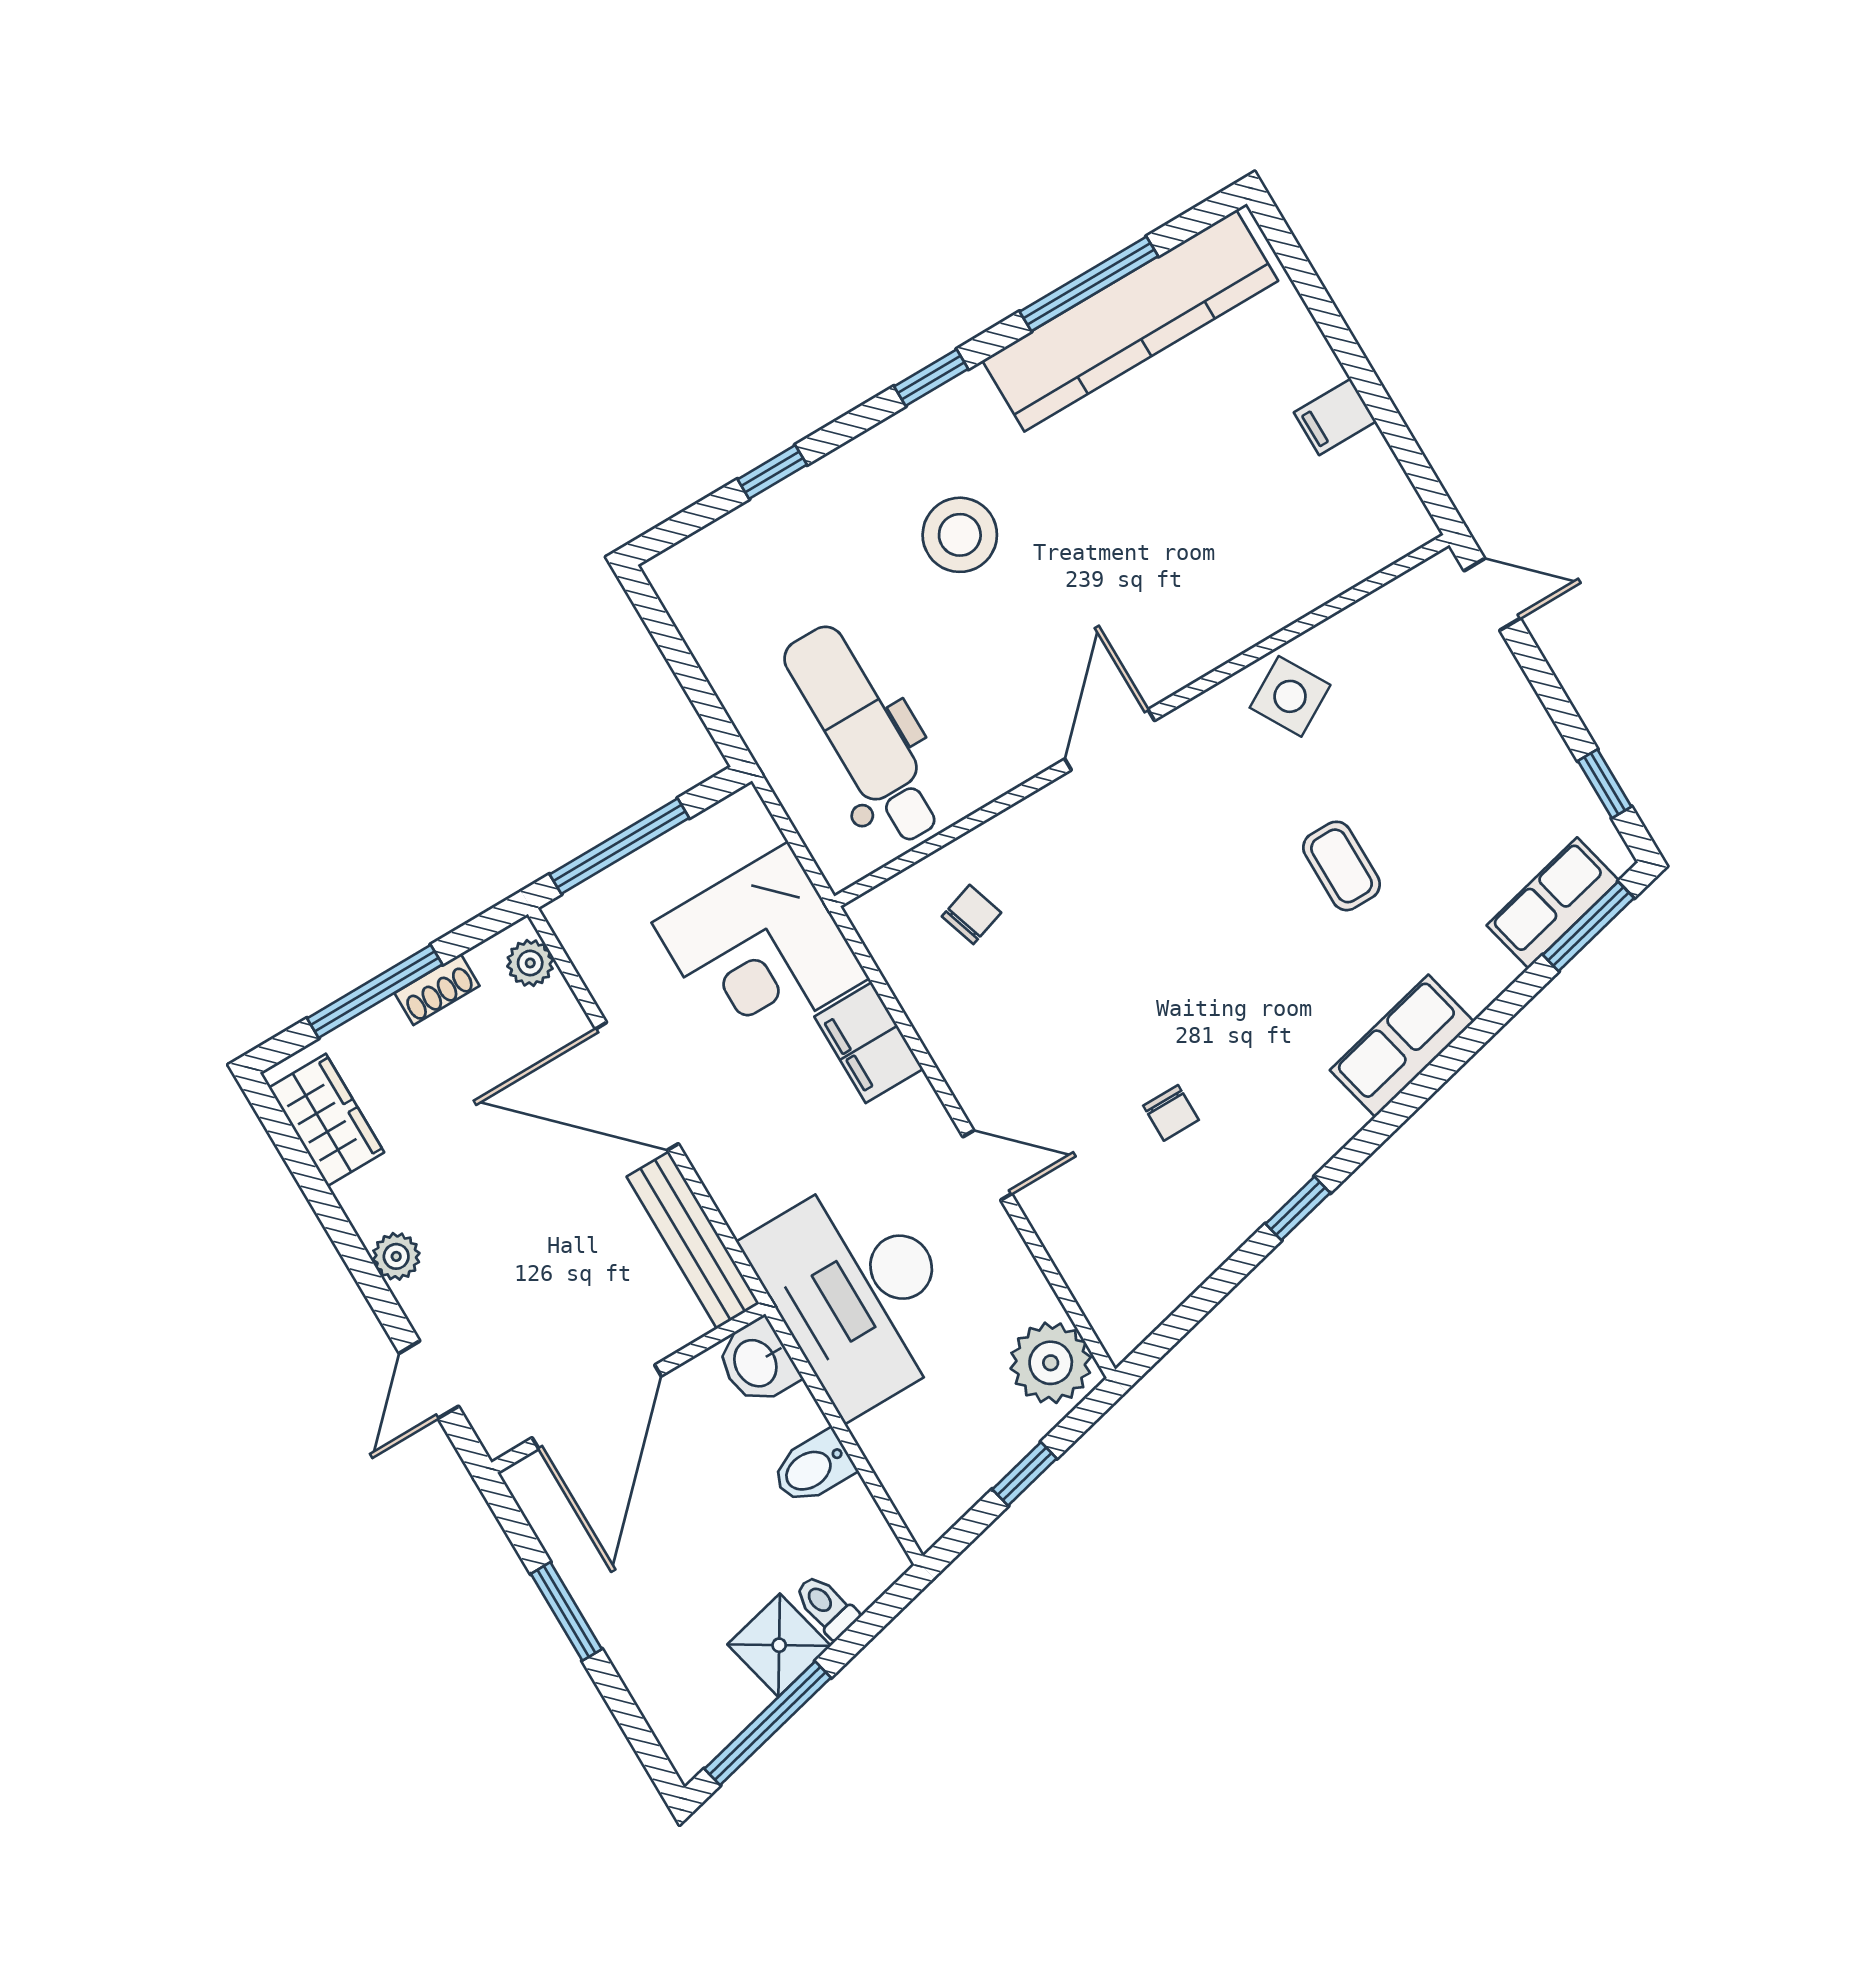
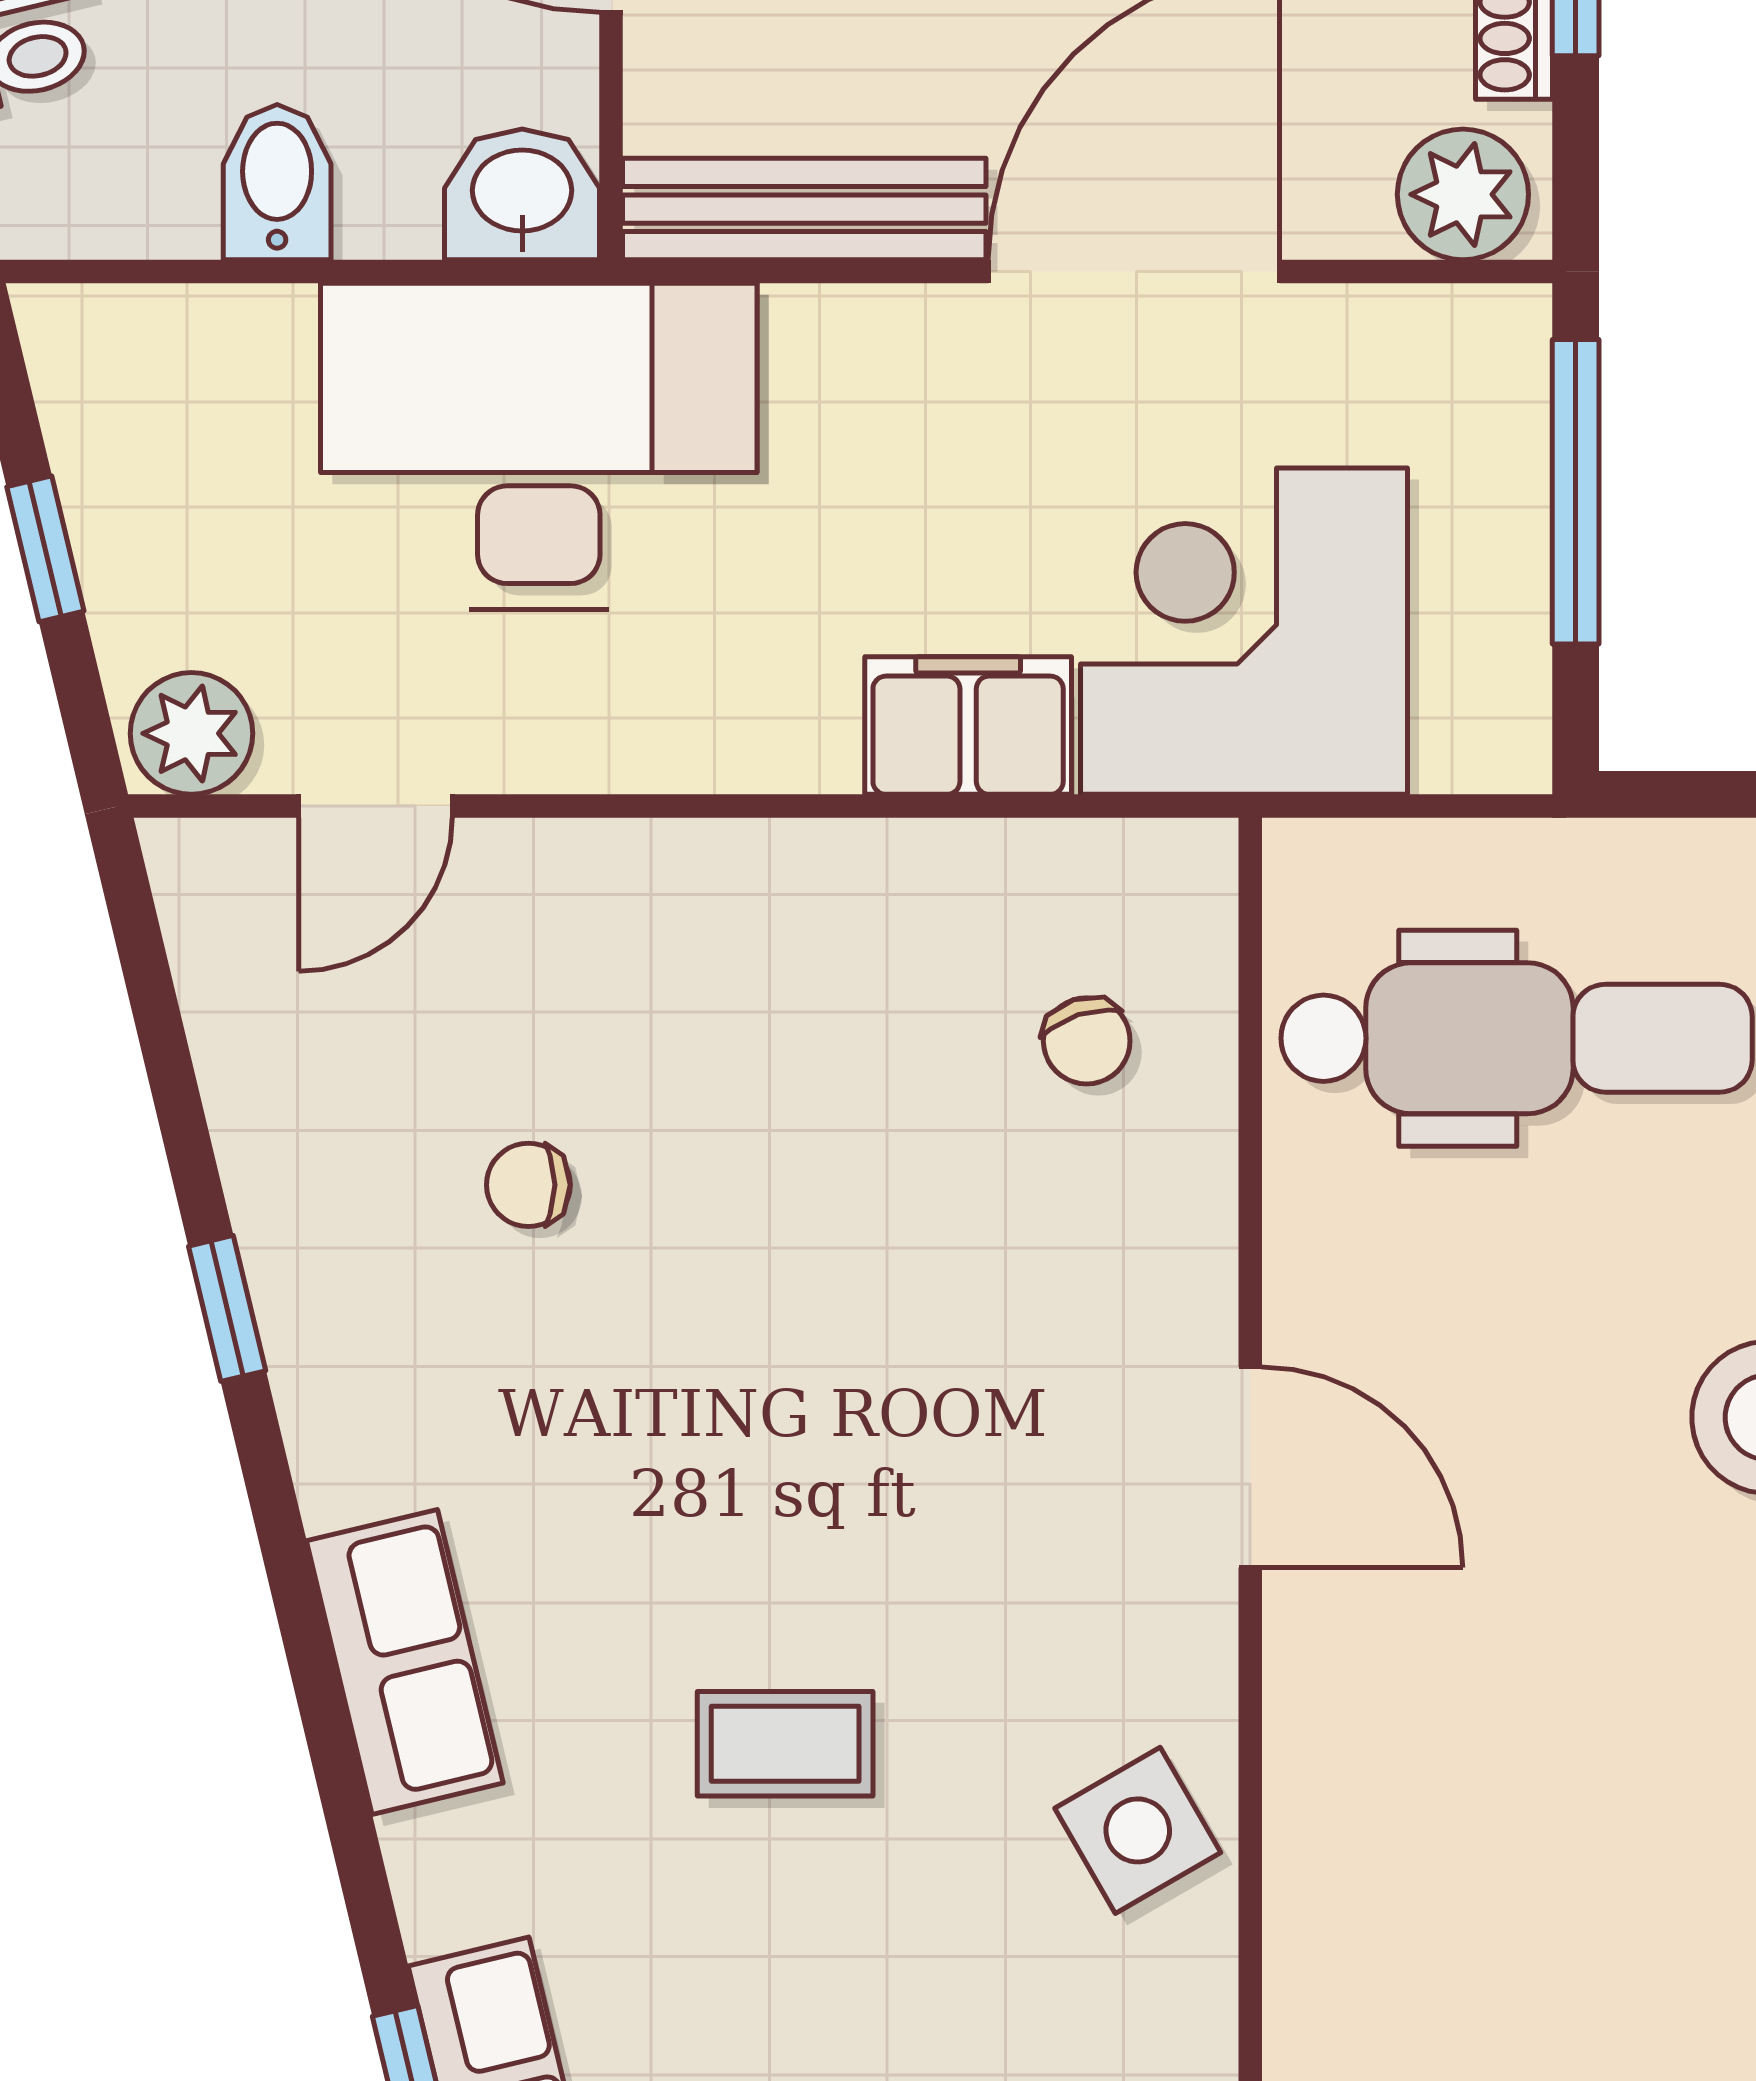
plant: (530, 963) -> (1463, 194), width x1.38, depth x1.38
door: (987, 1165) -> (375, 806), moved
plant: (1051, 1363) -> (191, 733), width x0.73, depth x0.73

